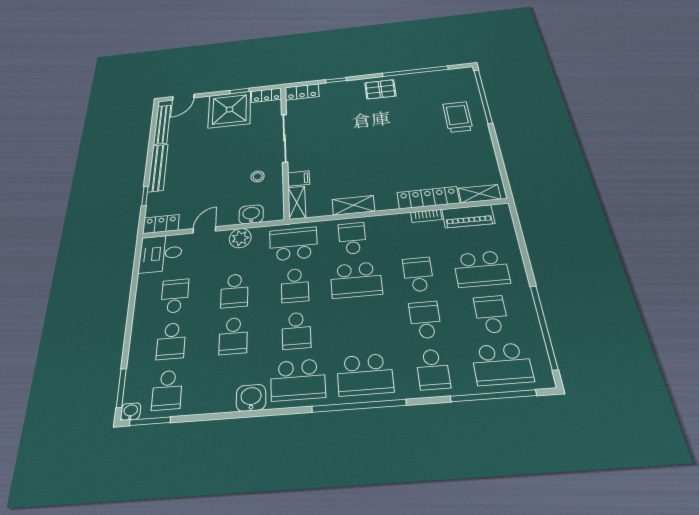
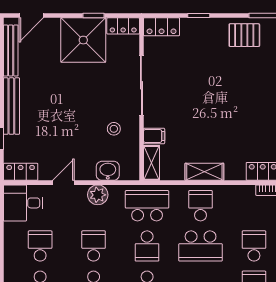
school desk: (234, 291) -> (94, 246), turned 180

